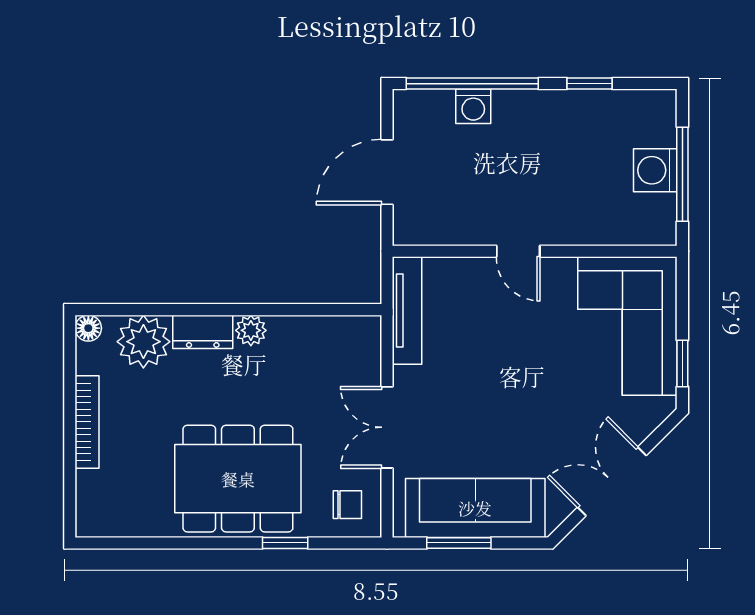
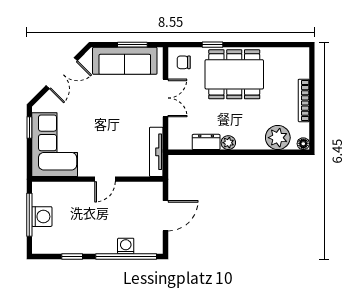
door: (518, 251) -> (105, 179), swing flipped
dresser: (203, 332) -> (206, 142), moved

